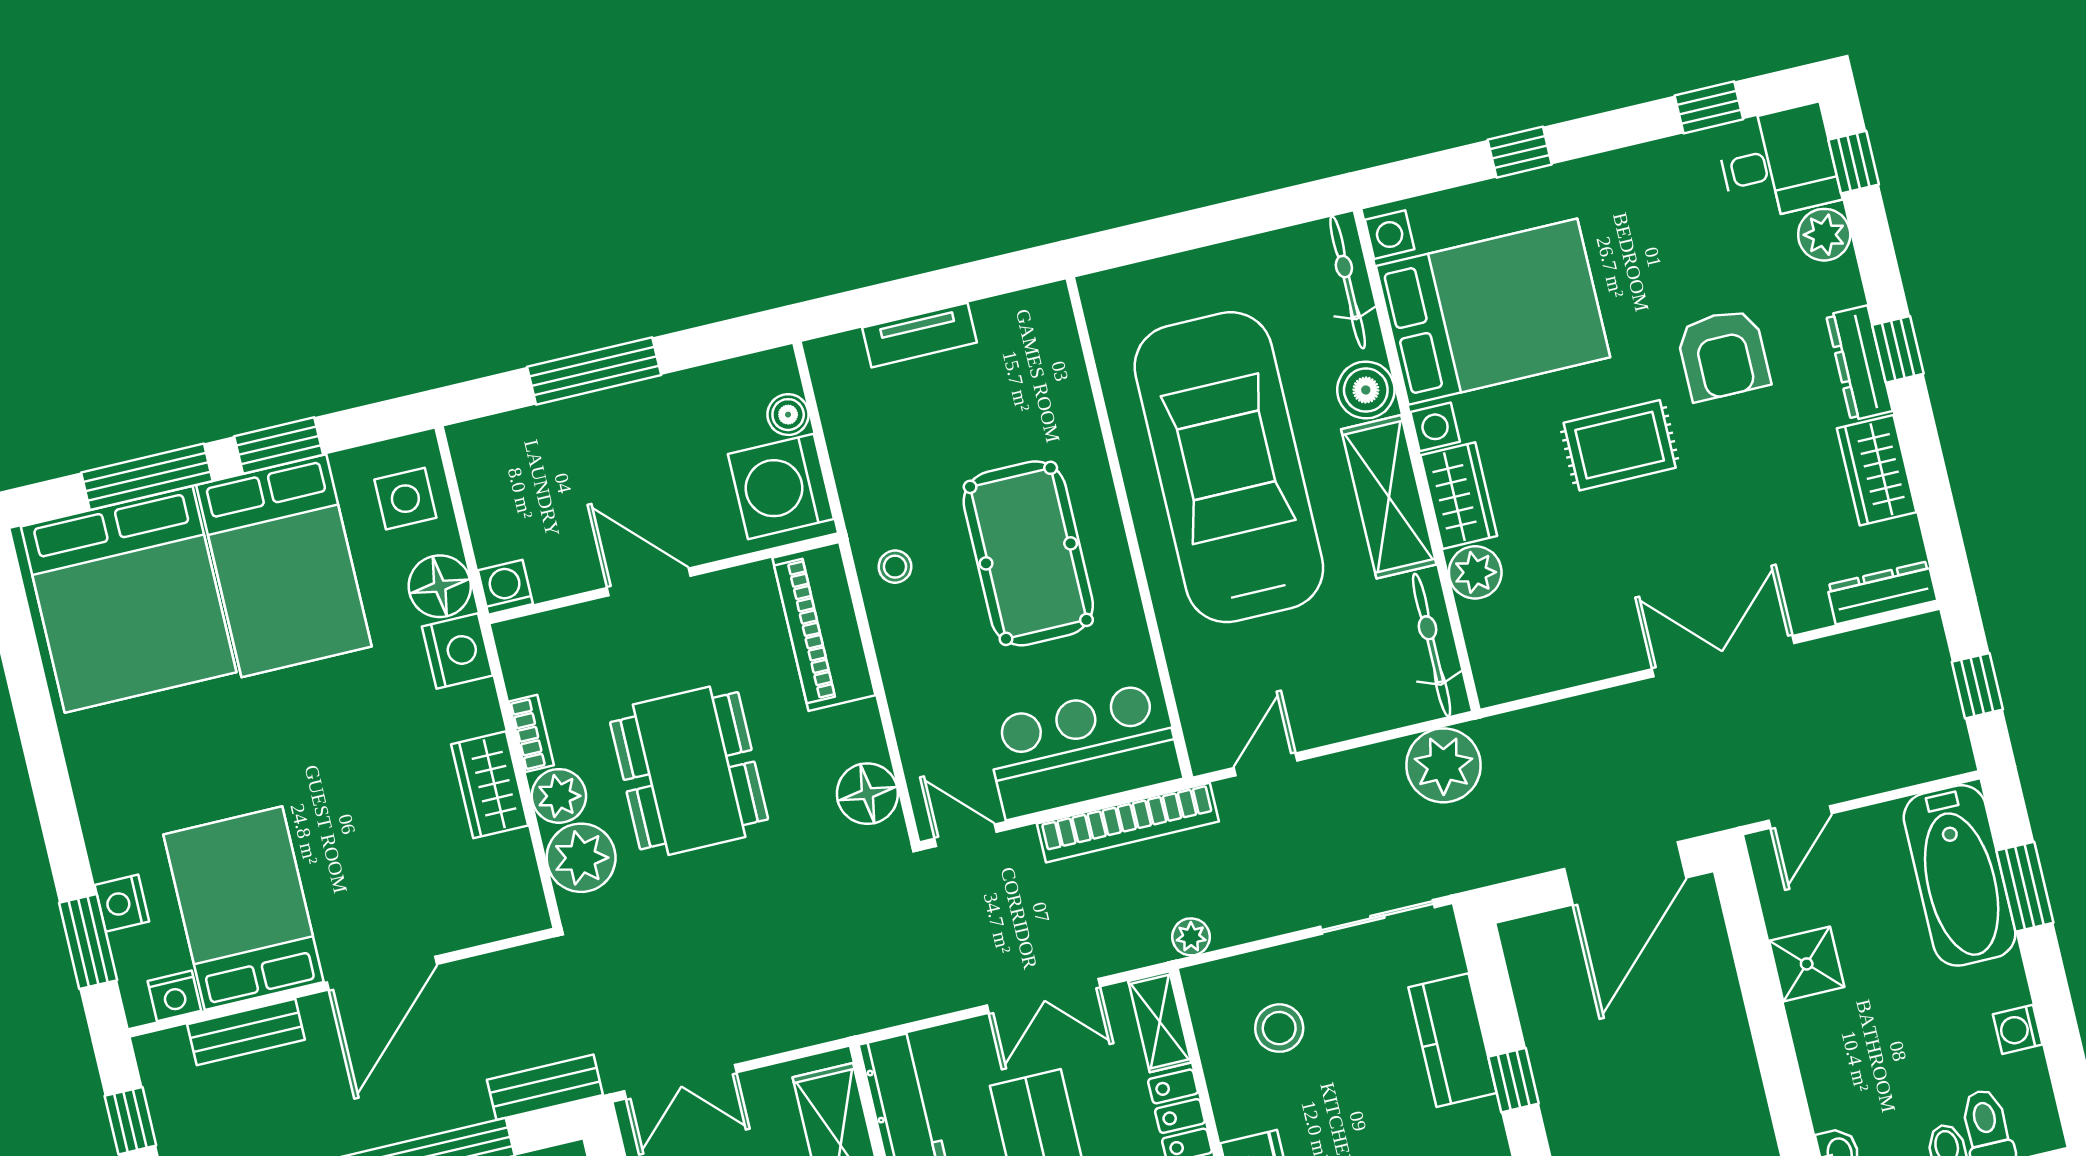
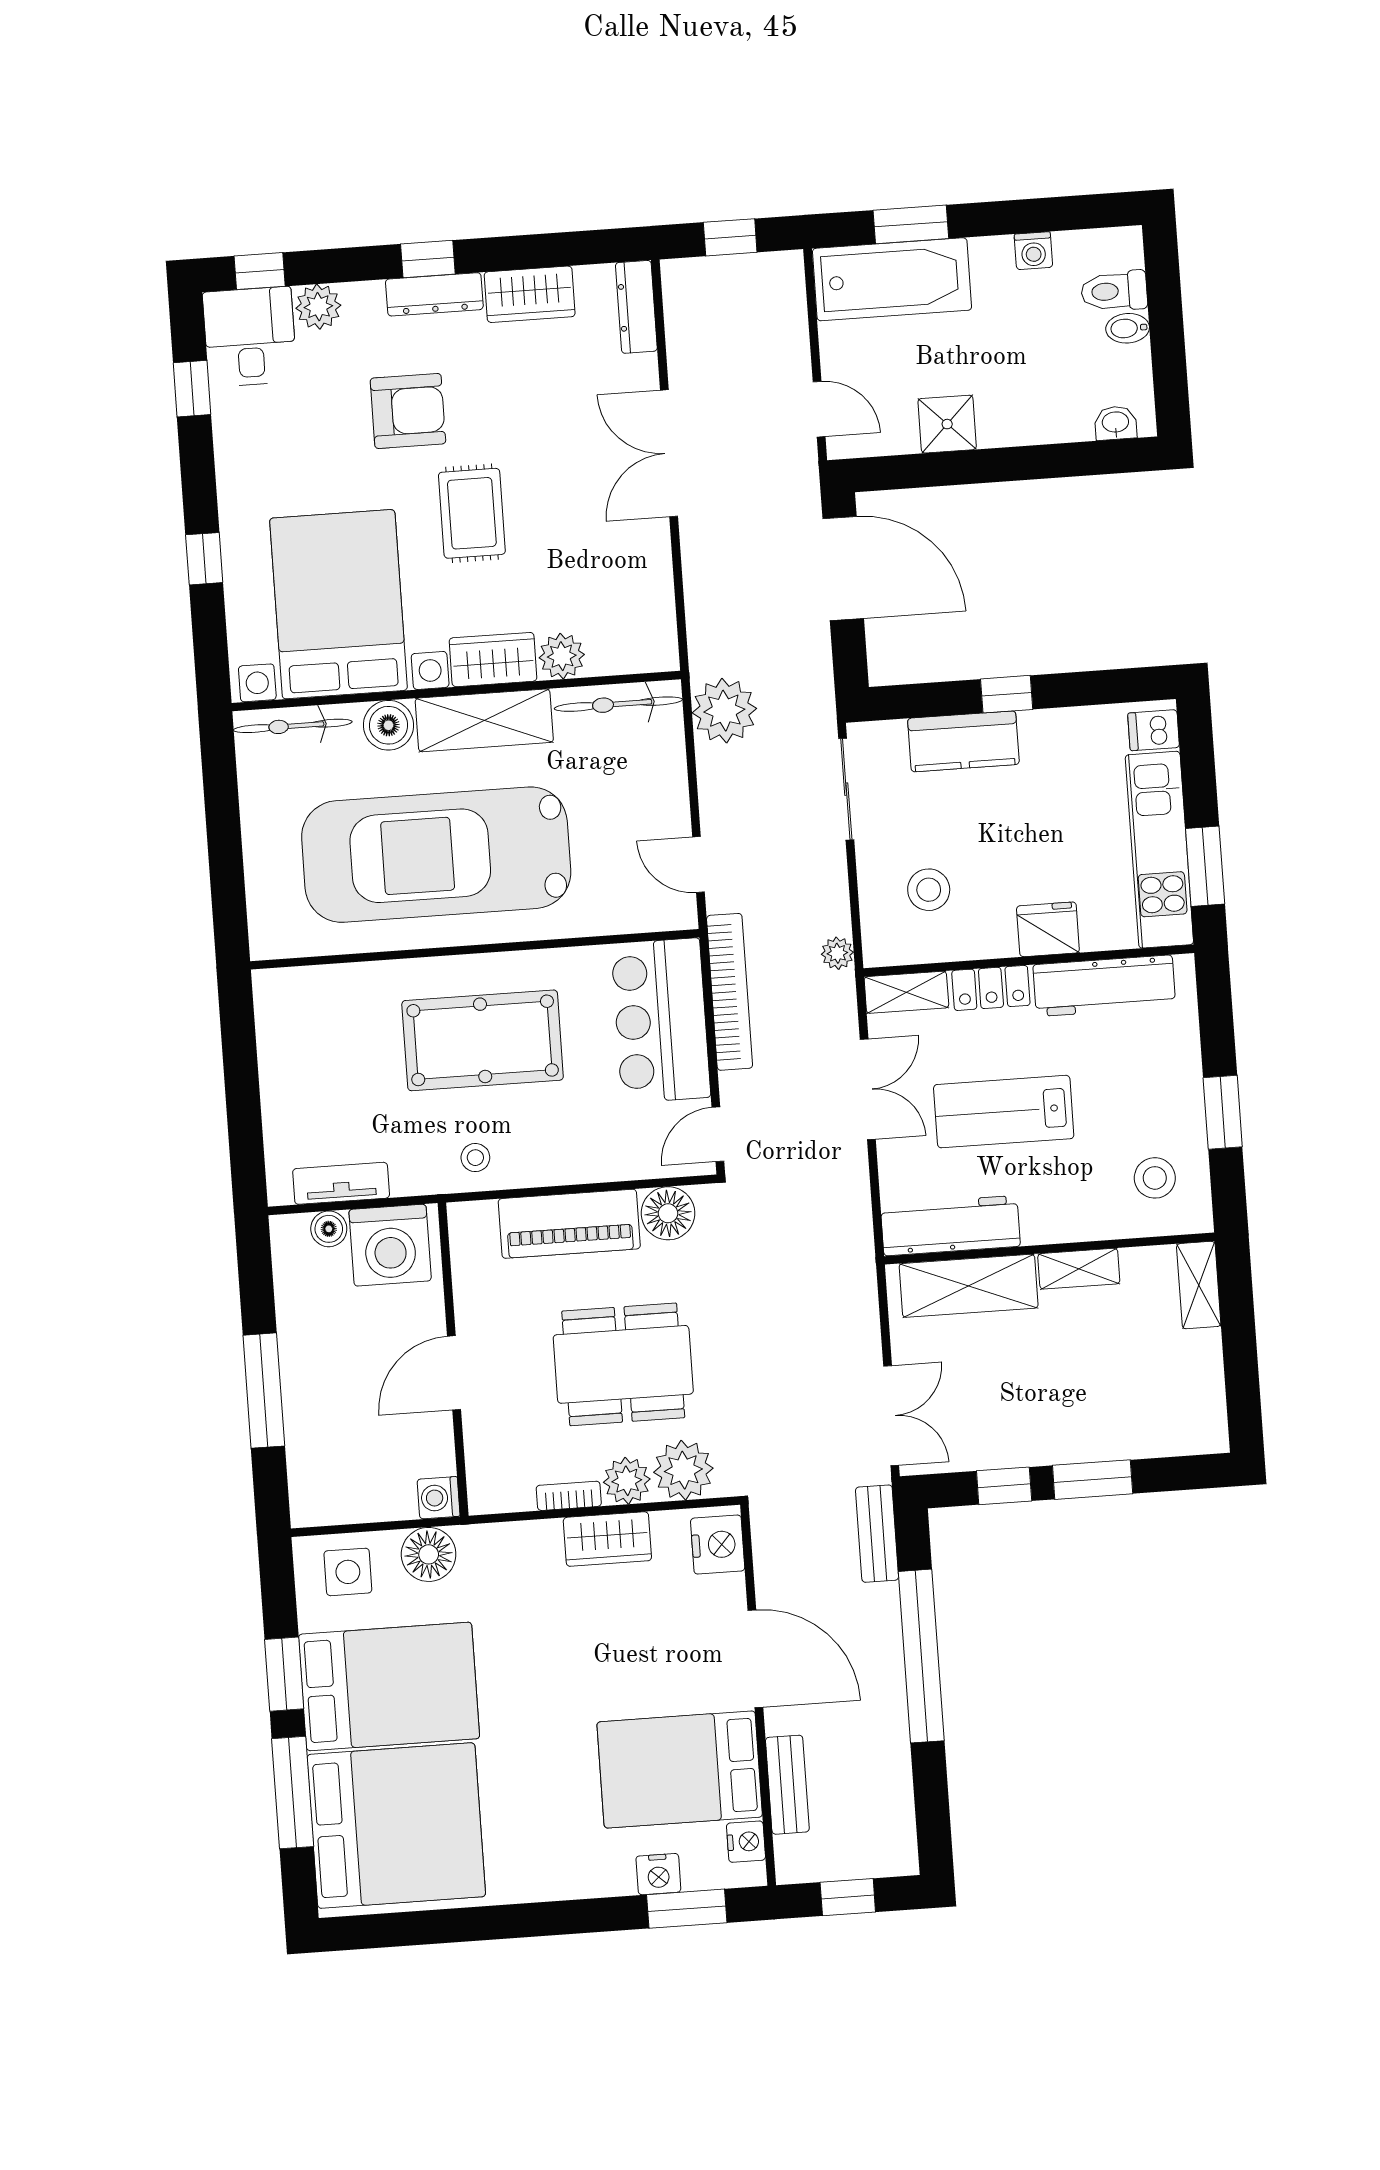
tv unit: (920, 335) -> (341, 1183), moved, turned -90
piano: (824, 626) -> (569, 1224), moved
nightstand: (457, 651) -> (718, 1545), moved, turned 90

